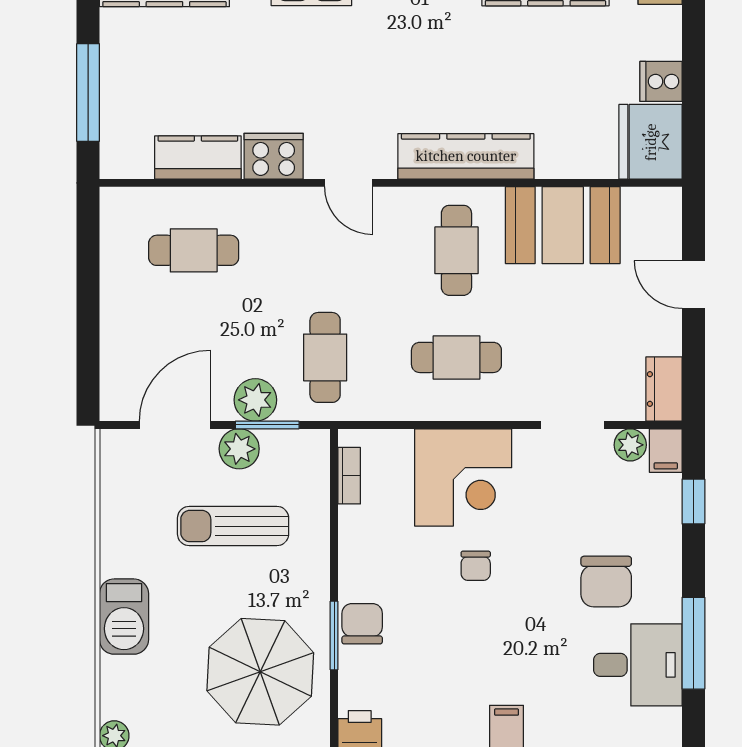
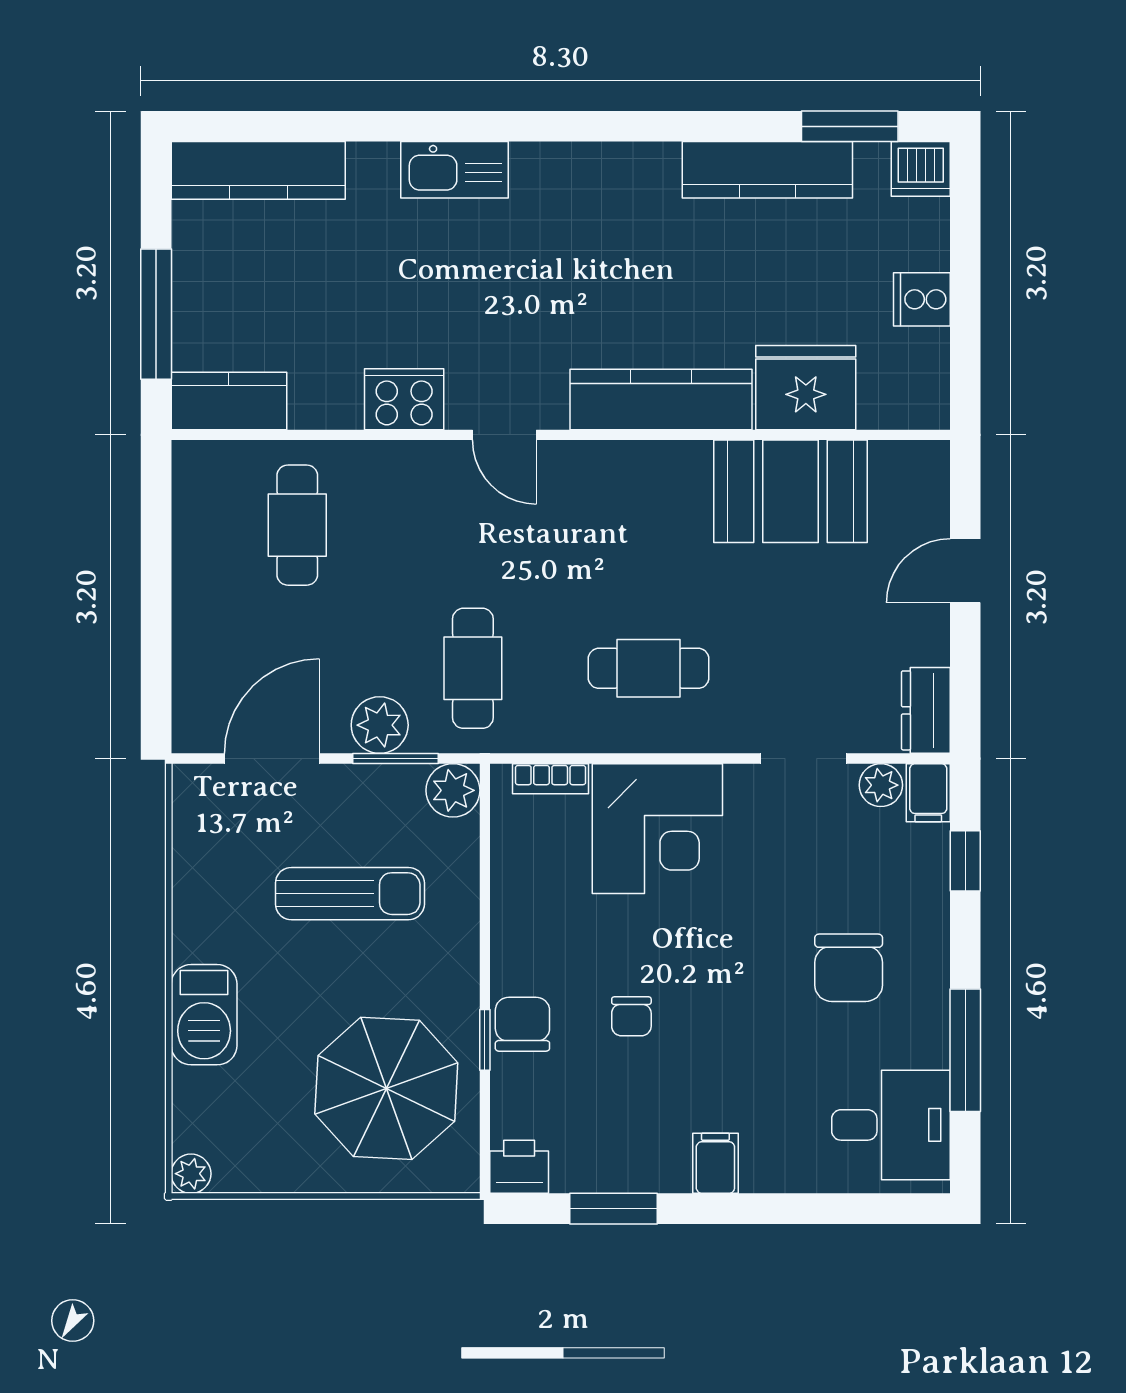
fridge: (651, 142) -> (806, 388), moved, turned 90
kitchen counter: (198, 157) -> (229, 401), moved
cafe table: (194, 250) -> (297, 525), turned 90
cafe table: (456, 250) -> (649, 525), removed
door: (693, 285) -> (965, 571), hinge flipped
plant: (239, 449) -> (453, 790), moved
bookcase: (349, 476) -> (551, 779), moved, turned 90
sun lounger: (233, 526) -> (350, 894), turned 180
chair: (476, 566) -> (631, 1016), moved
window: (334, 635) -> (485, 1040), width x0.67
desk: (638, 665) -> (891, 1125), moved

